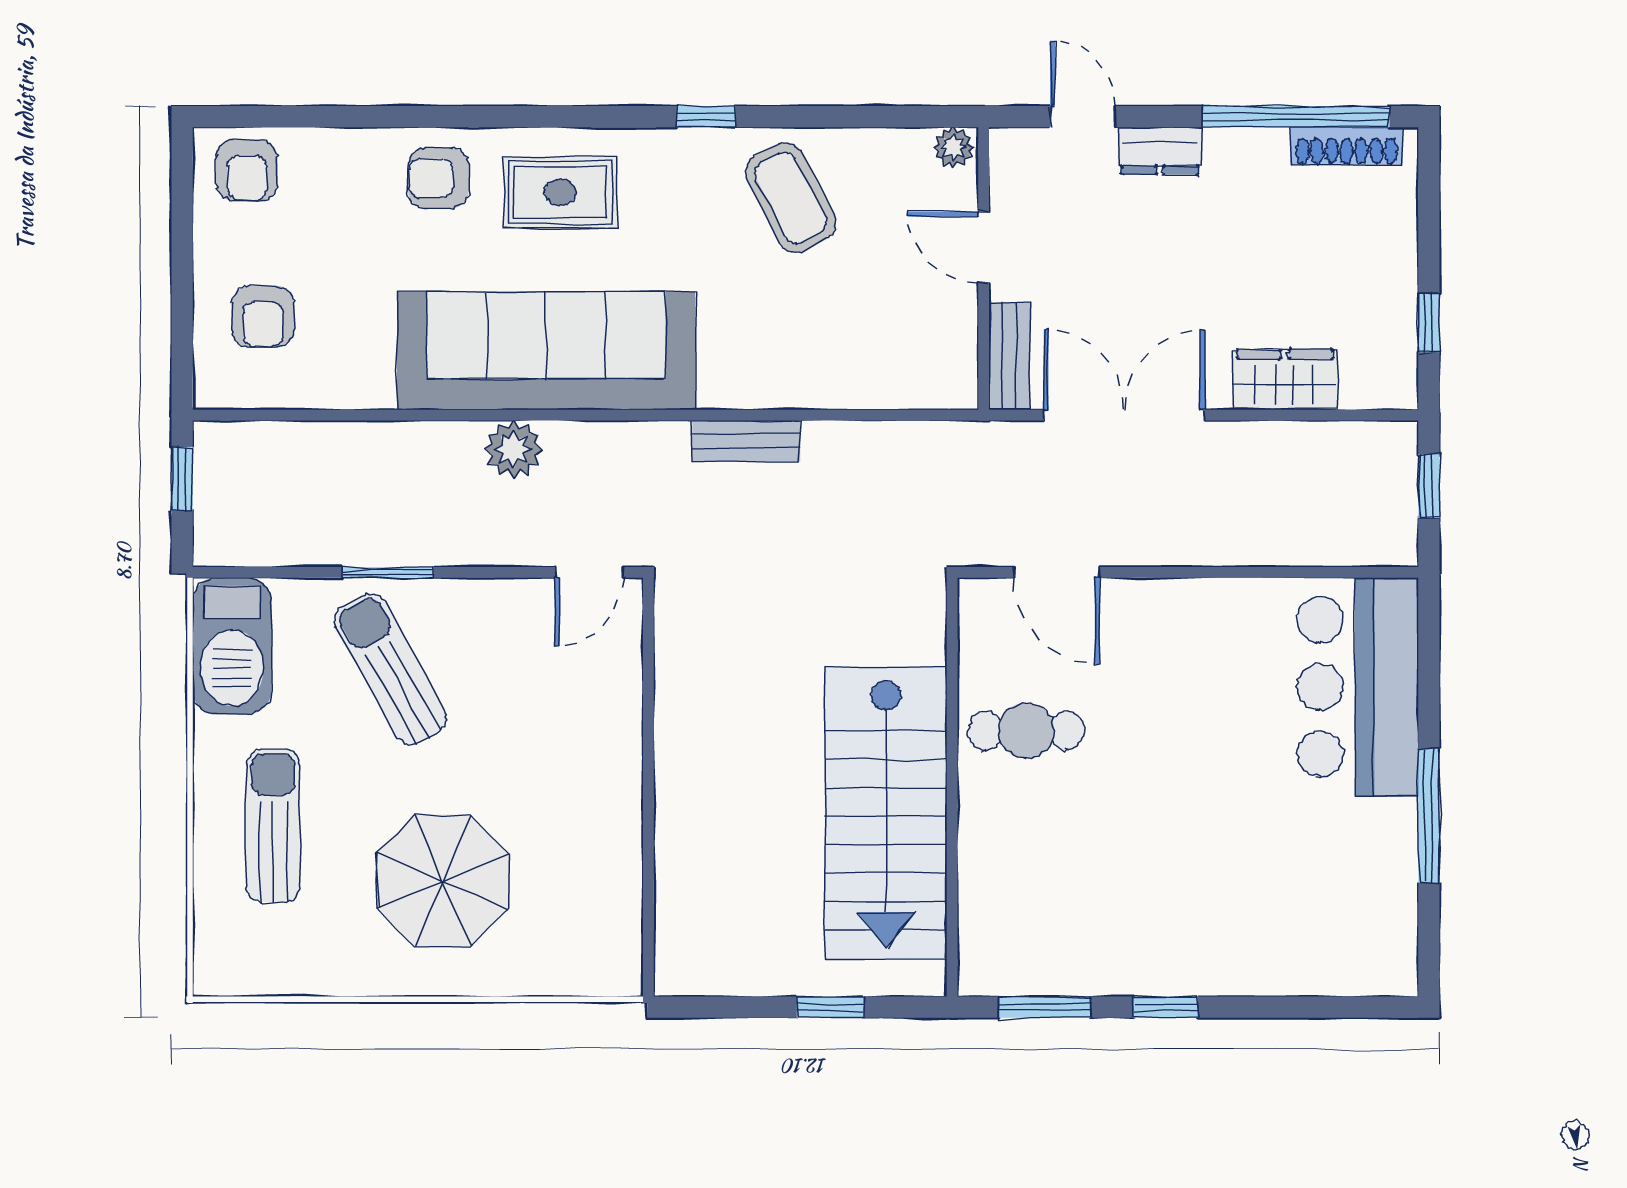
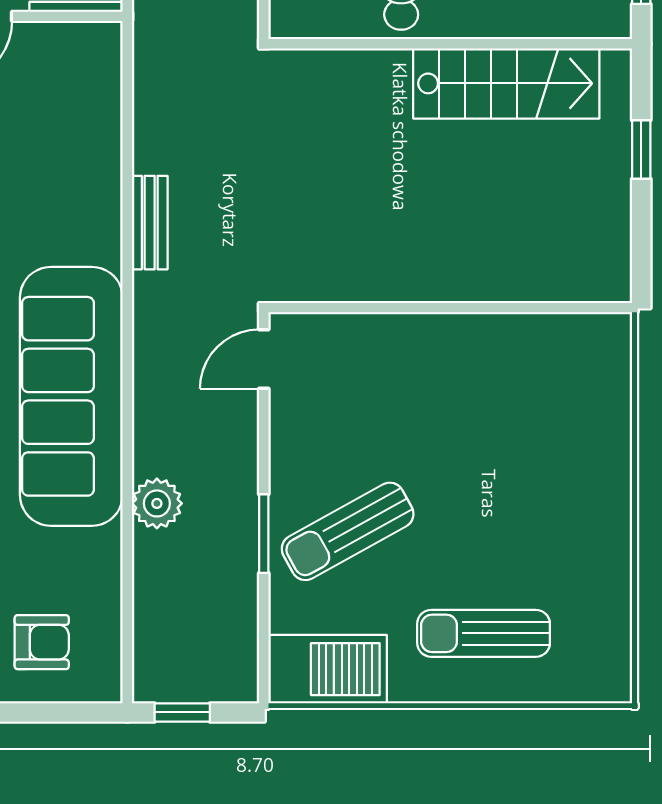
plant: (514, 449) -> (157, 503), moved
door: (589, 572) -> (264, 359), swing flipped
stairs: (886, 813) -> (506, 83), width x0.73, depth x0.66
parasol: (443, 881) -> (532, 486), removed

